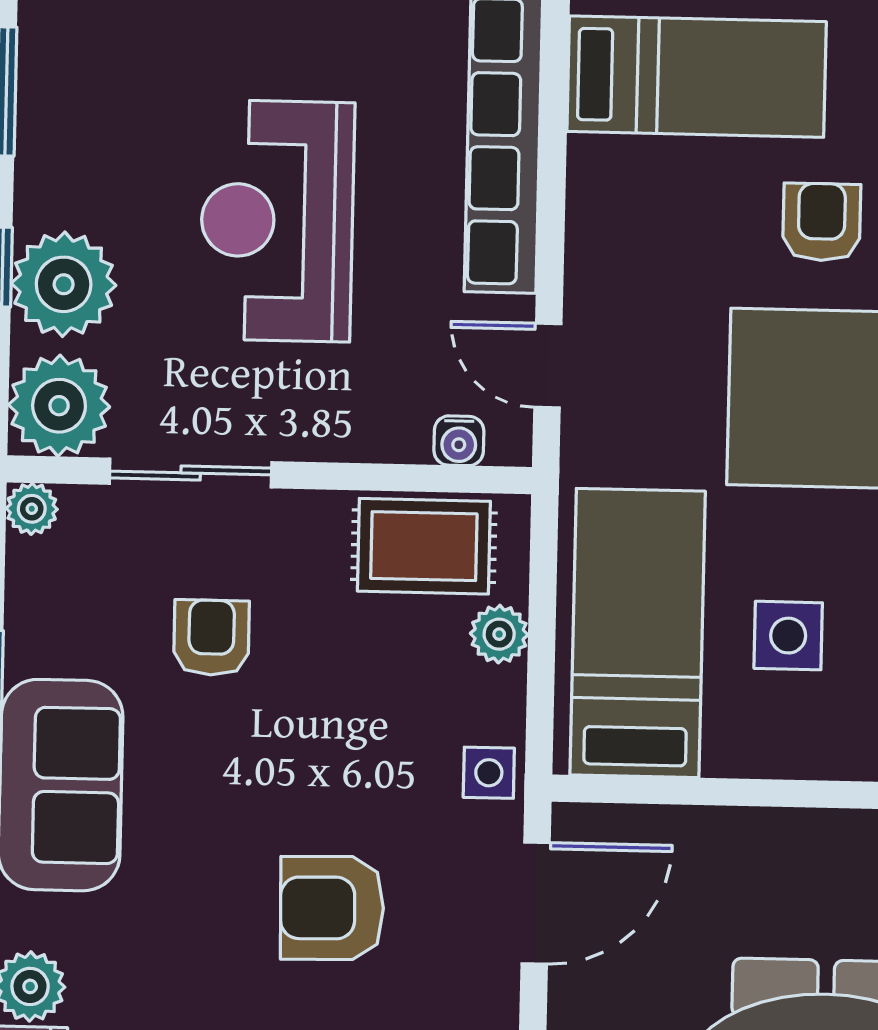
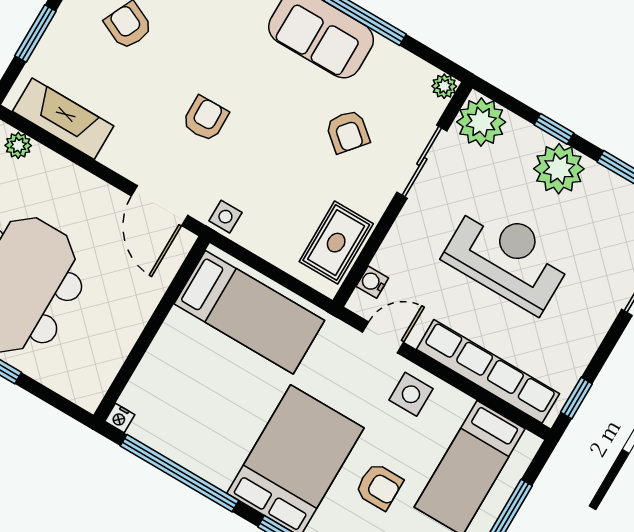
plant: (64, 284) -> (559, 169), moved
plant: (499, 634) -> (281, 254), removed
side table: (788, 636) -> (411, 394), moved
armchair: (211, 638) -> (348, 132), turned 40
armchair: (332, 908) -> (205, 119), width x0.72, depth x0.72

